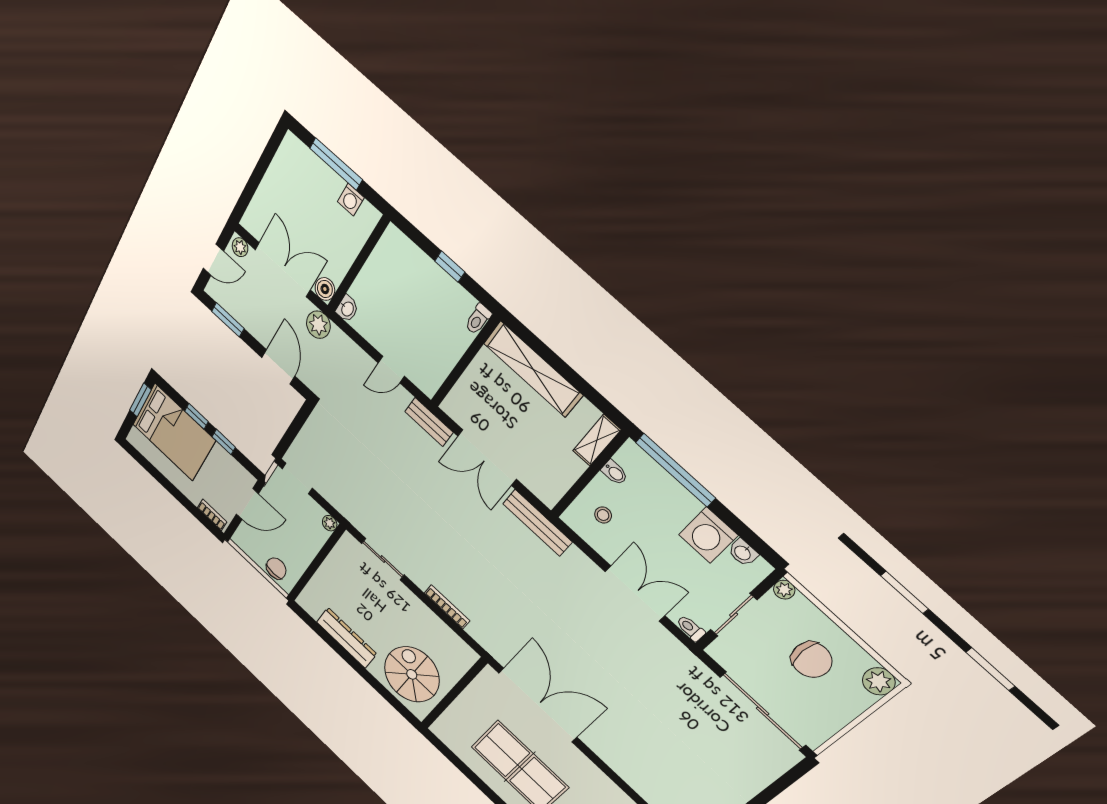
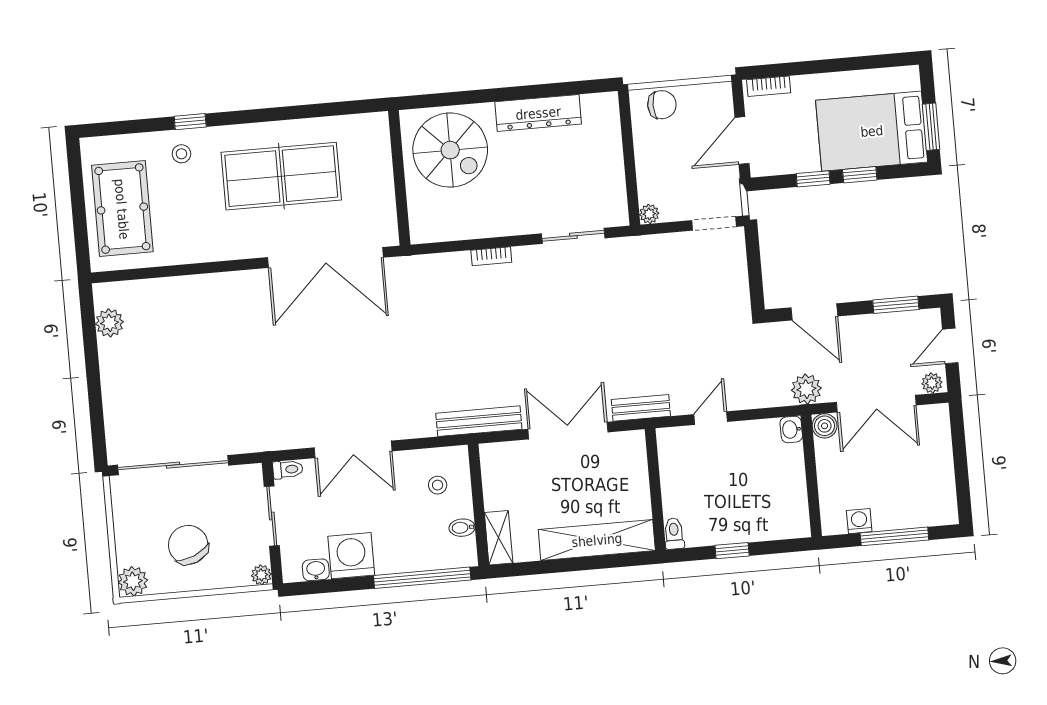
chair: (276, 568) -> (662, 105), turned -90
bookcase: (447, 607) -> (491, 256), width x0.64
chair: (812, 660) -> (188, 545), turned 67

